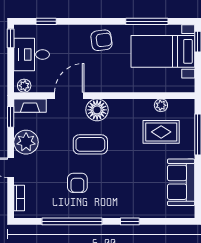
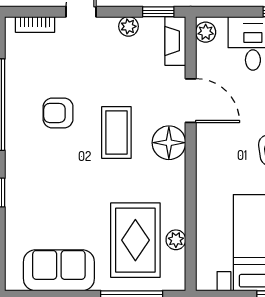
rug: (161, 132) -> (135, 240), width x1.36, depth x1.43
plant: (26, 142) -> (129, 26), width x0.53, depth x0.53

